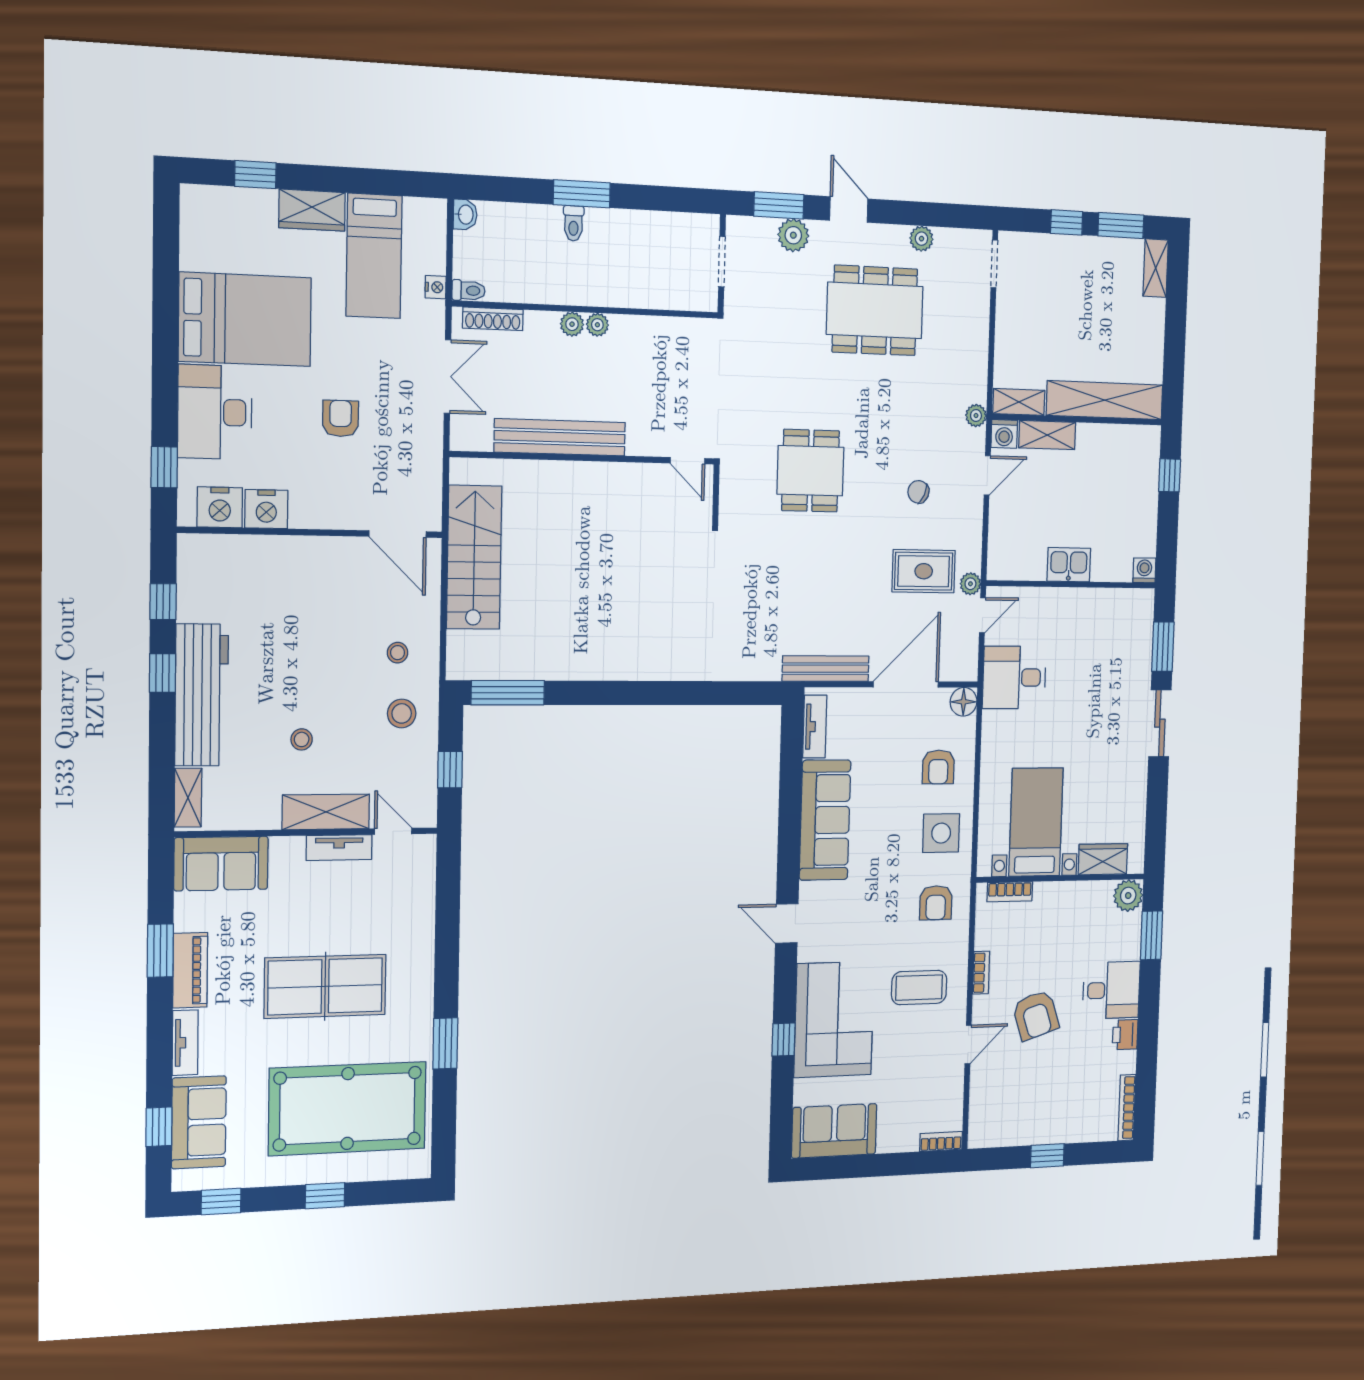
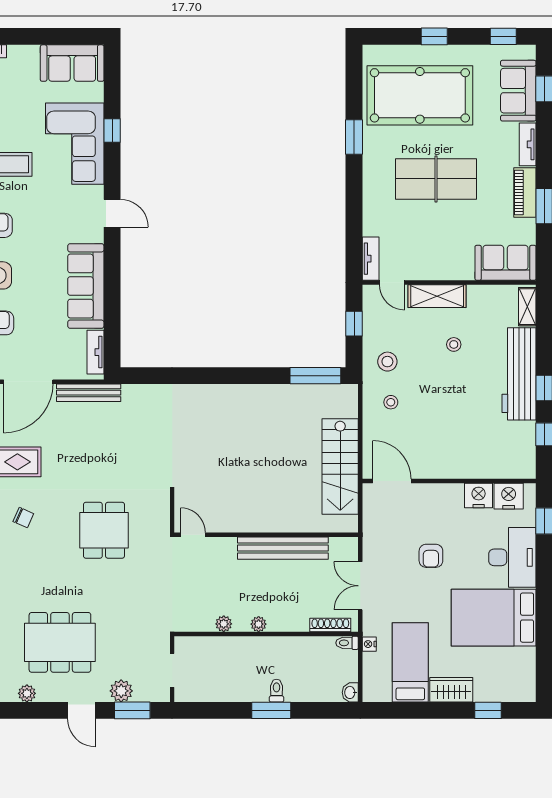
plant: (572, 324) -> (224, 624), moved
tv unit: (339, 848) -> (371, 259), moved, turned 90

